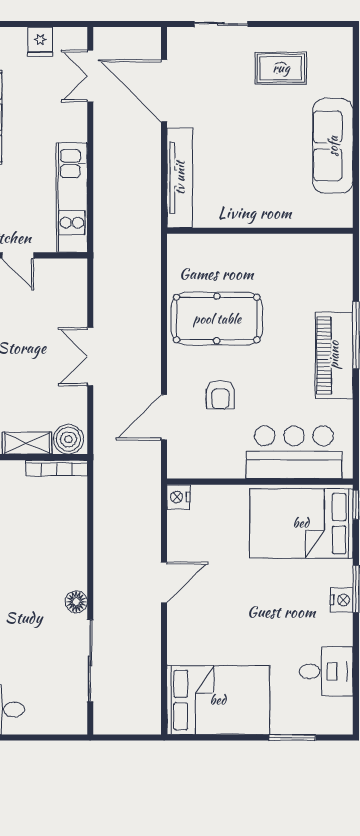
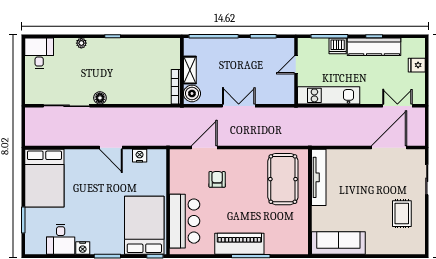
fridge: (40, 42) -> (417, 65), moved
sofa: (333, 146) -> (338, 243), moved
tv unit: (180, 178) -> (319, 177), moved, turned -90
pool table: (217, 319) -> (283, 179), moved
armchair: (220, 395) -> (217, 179), turned 90
door: (164, 417) -> (204, 148), hinge flipped
nightstand: (178, 497) -> (140, 156), moved
nightstand: (342, 600) -> (83, 248), moved

